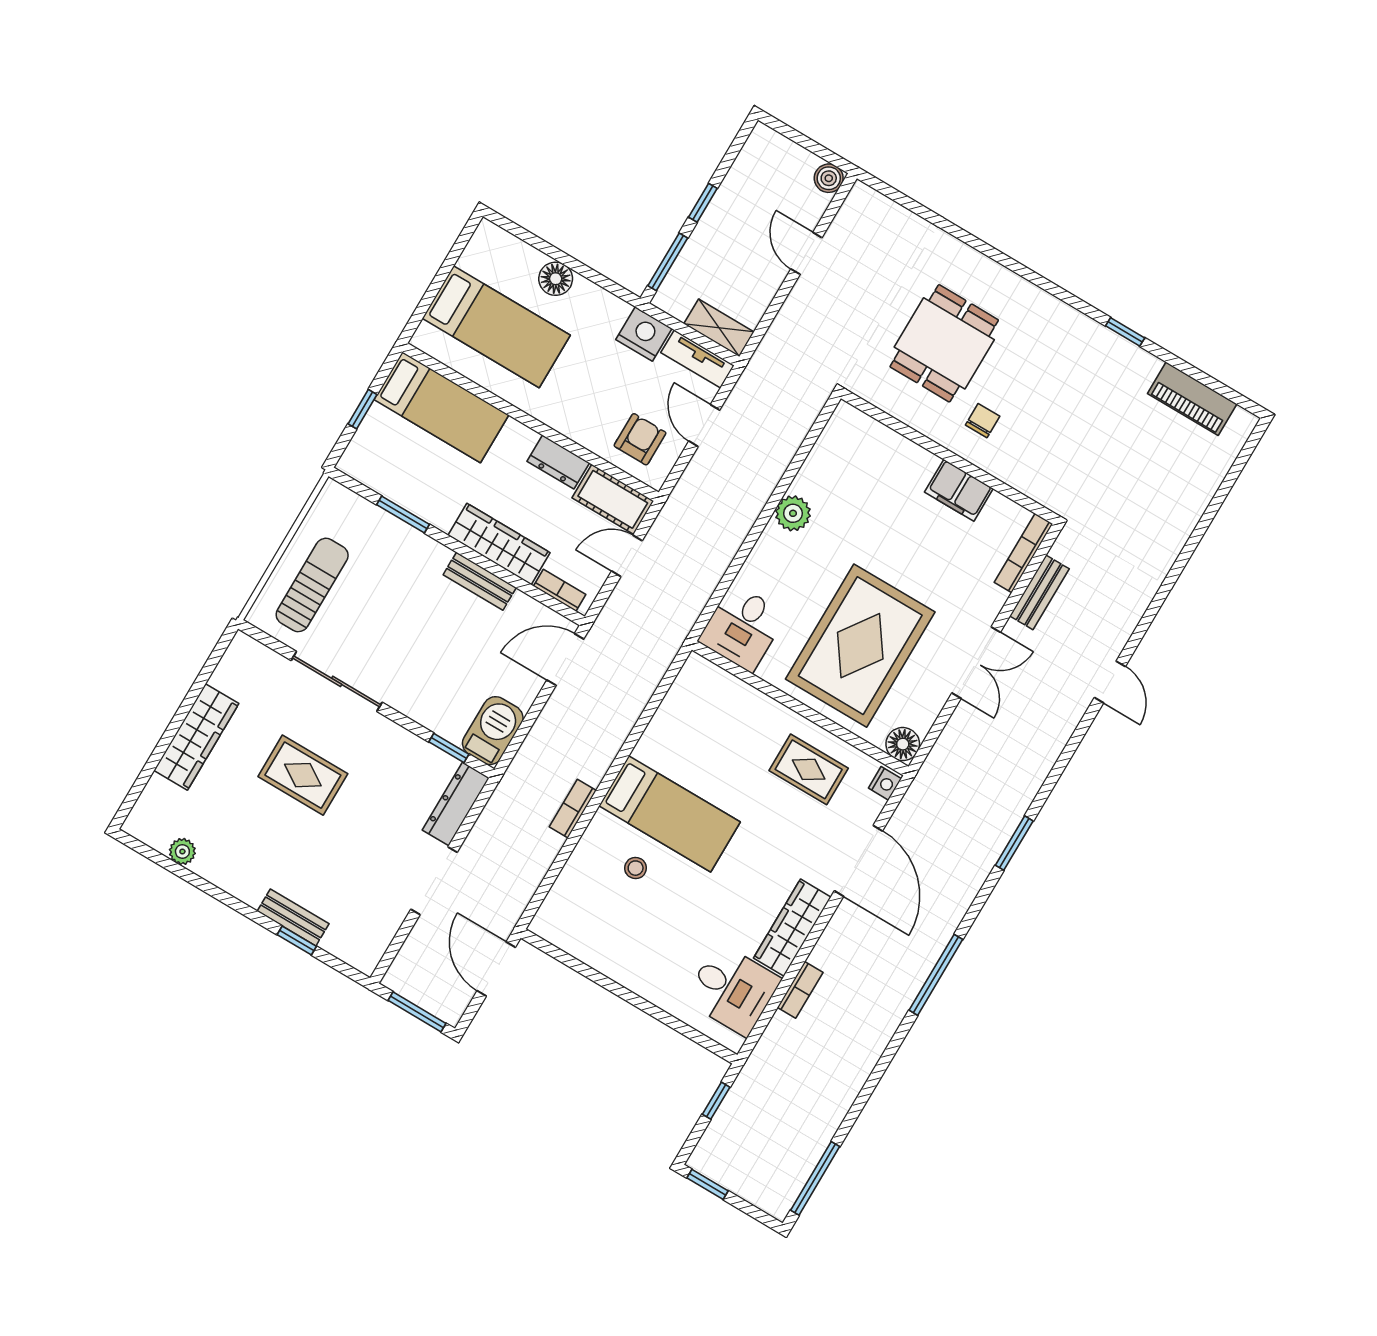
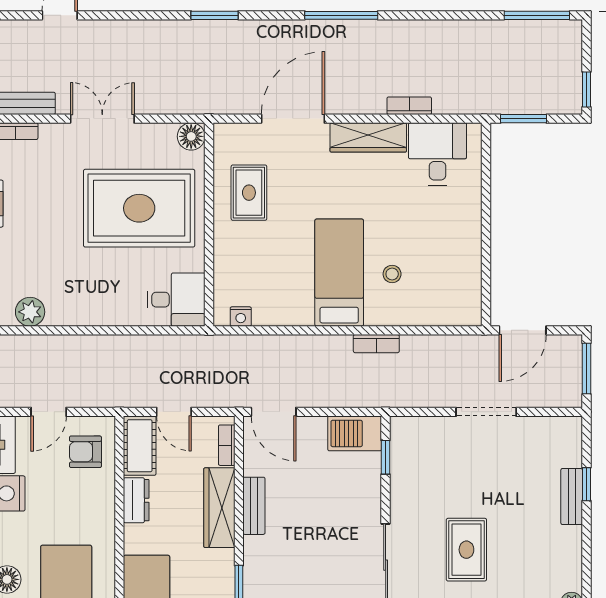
plant: (793, 513) -> (30, 312), moved
nightstand: (885, 783) -> (241, 317), moved, turned 180
dresser: (456, 804) -> (422, 429), removed
window: (716, 1101) -> (523, 119), width x1.50

